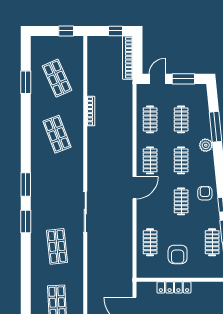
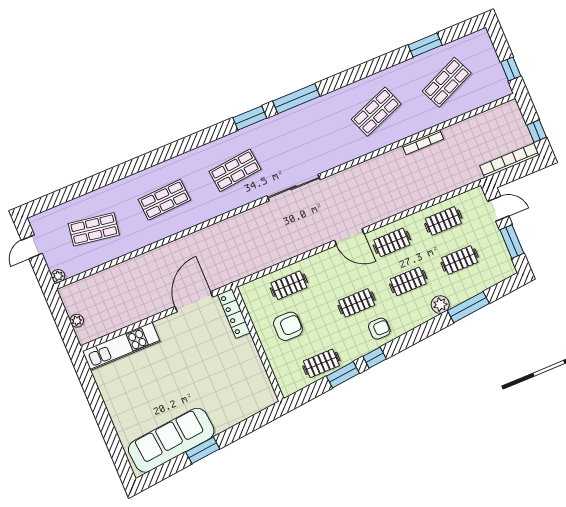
window: (26, 185) -> (296, 99), width x1.44
armchair: (178, 254) -> (288, 326), turned 180
locker: (174, 287) -> (234, 314), moved

